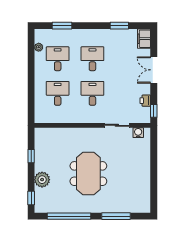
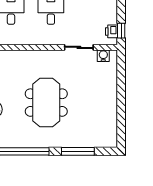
printer: (145, 101) -> (111, 31), moved

